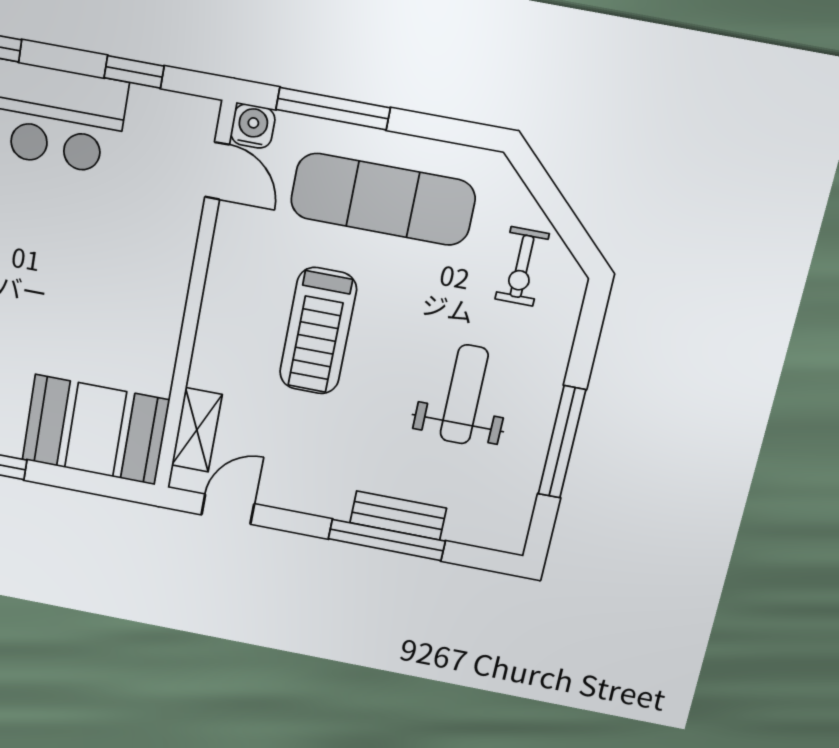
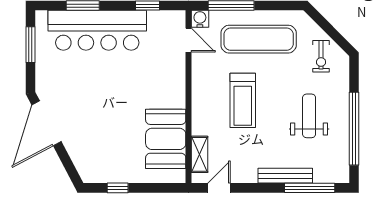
booth: (96, 430) -> (166, 139), moved, turned 90
window: (562, 442) -> (354, 129), width x1.46
bench: (398, 515) -> (285, 176), width x1.36
window: (387, 540) -> (310, 188), moved

